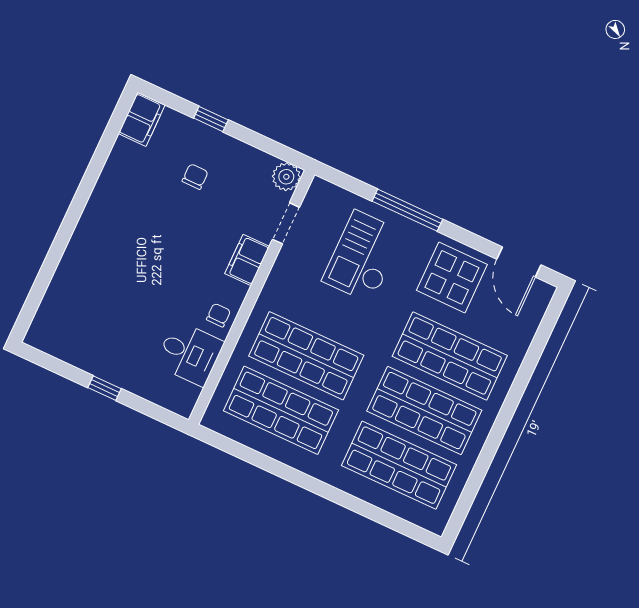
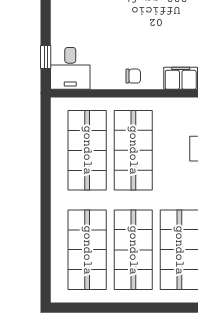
desk: (190, 353) -> (70, 68), moved
window: (105, 388) -> (46, 57), moved

